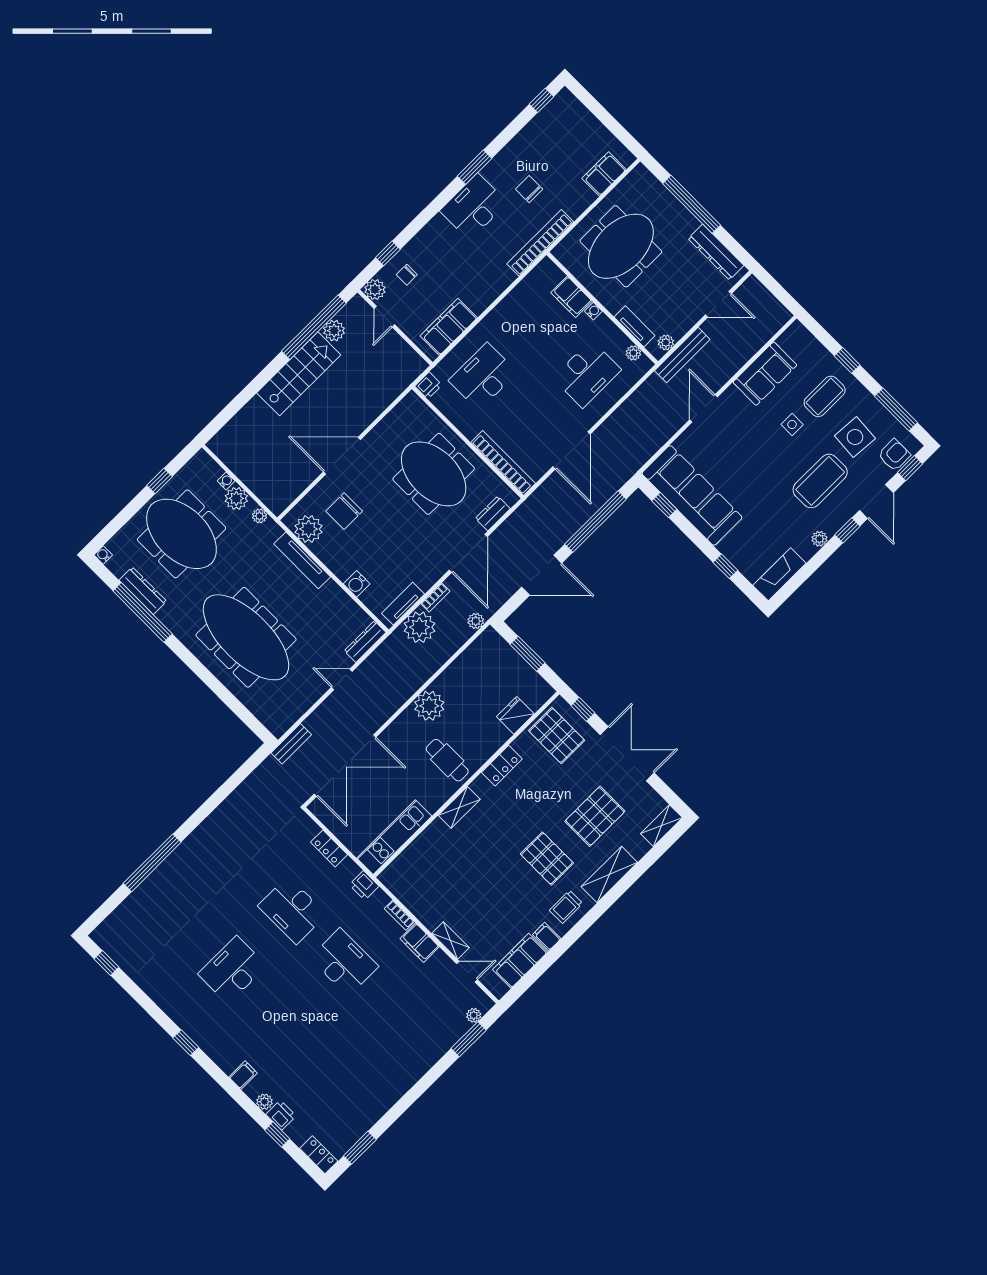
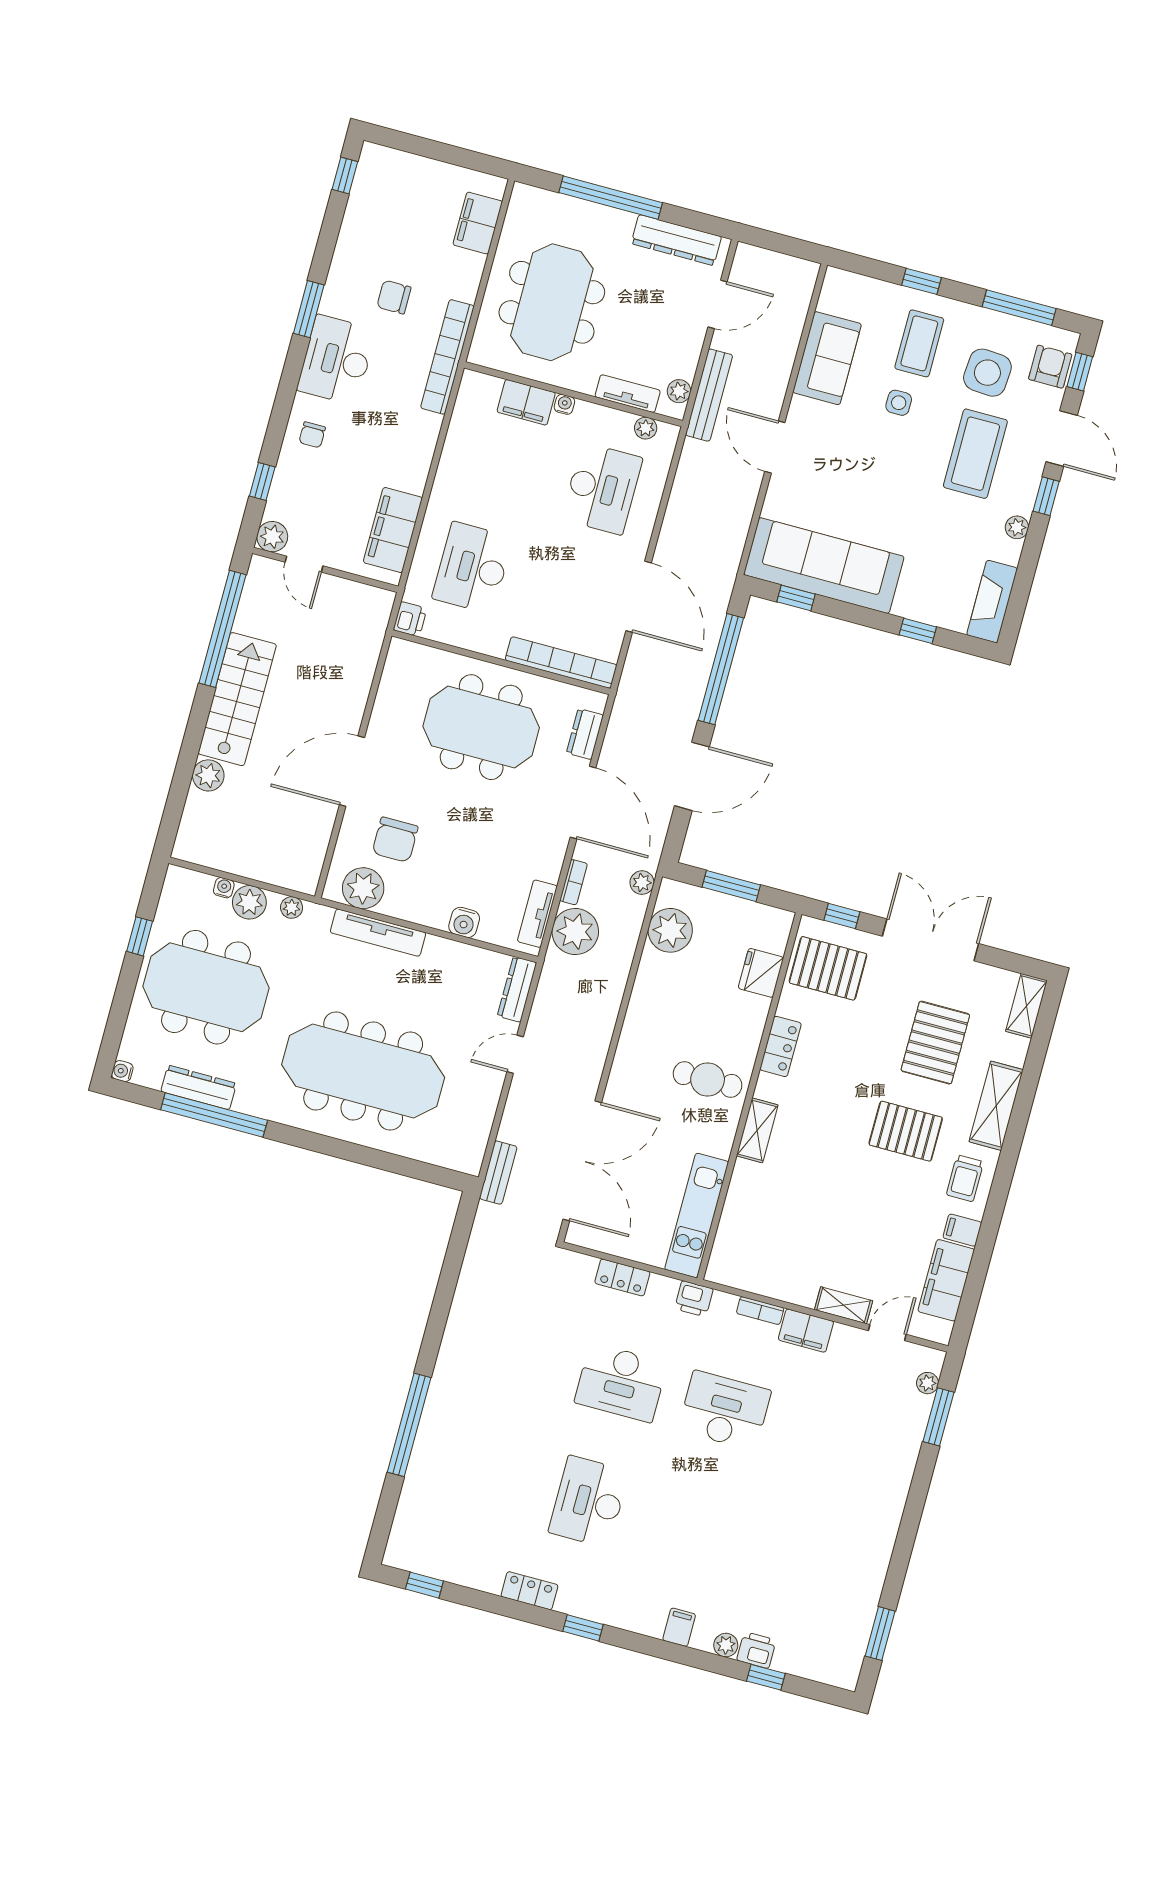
chair: (407, 275) -> (312, 435), moved
plant: (334, 331) -> (208, 775), moved
plant: (429, 706) -> (670, 930), moved
locker: (319, 1155) -> (529, 1591), moved

